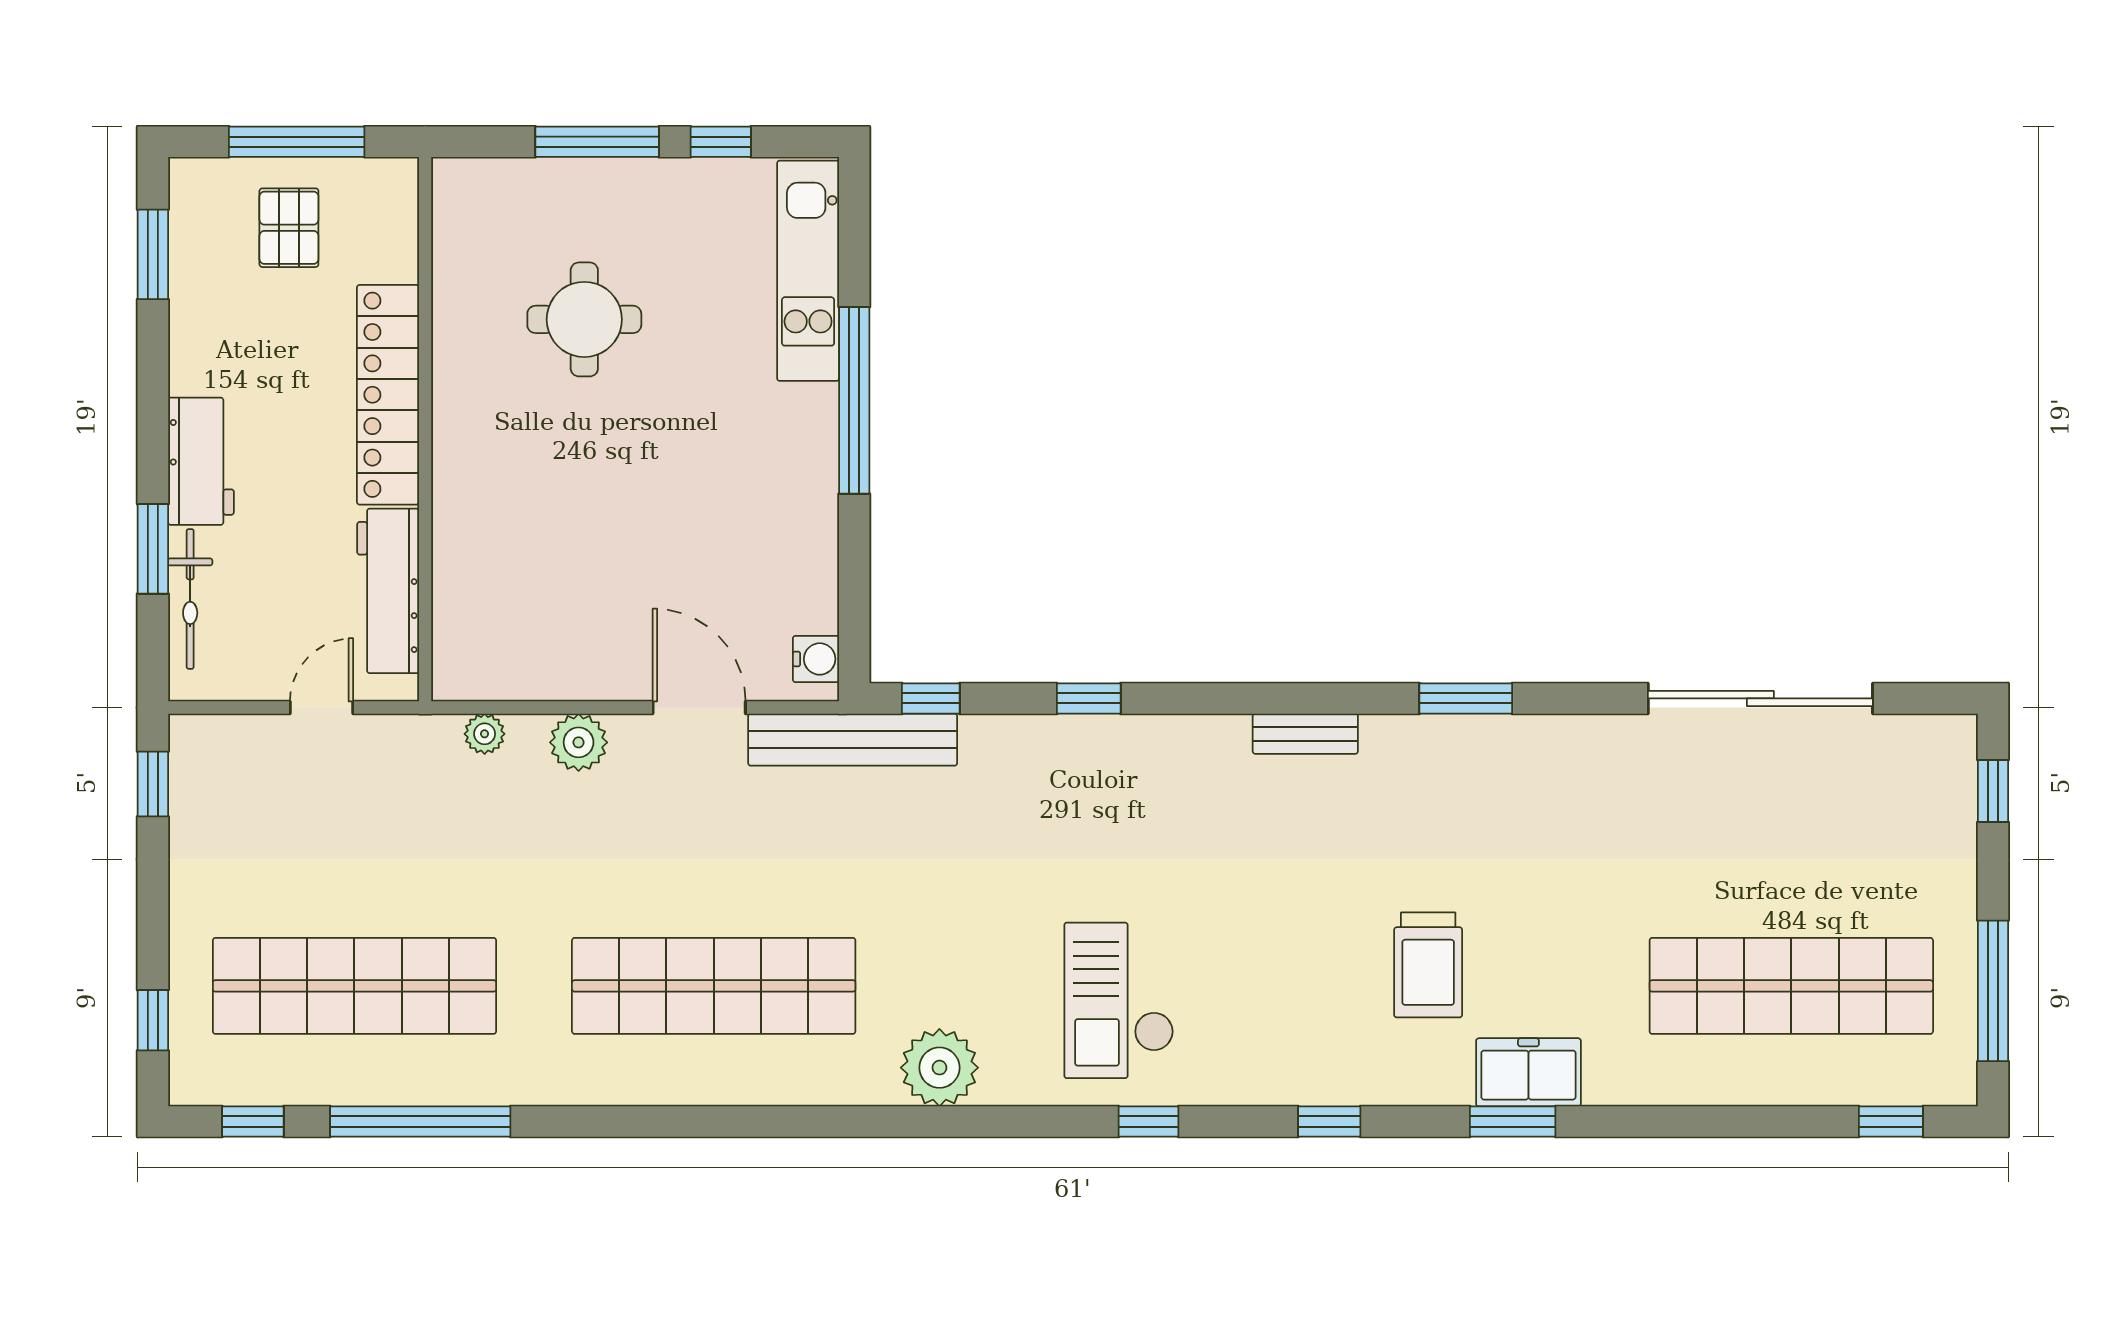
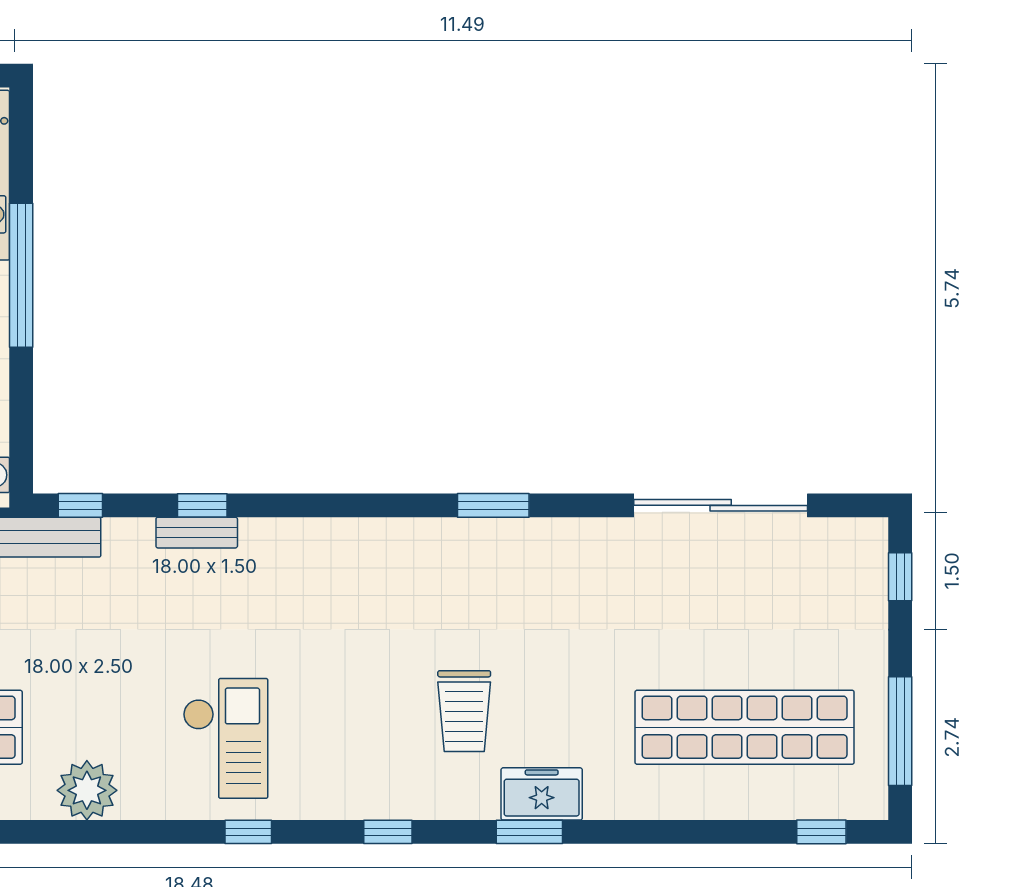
bench: (1305, 734) -> (197, 533), moved
checkout: (1119, 1000) -> (226, 738), turned 180

